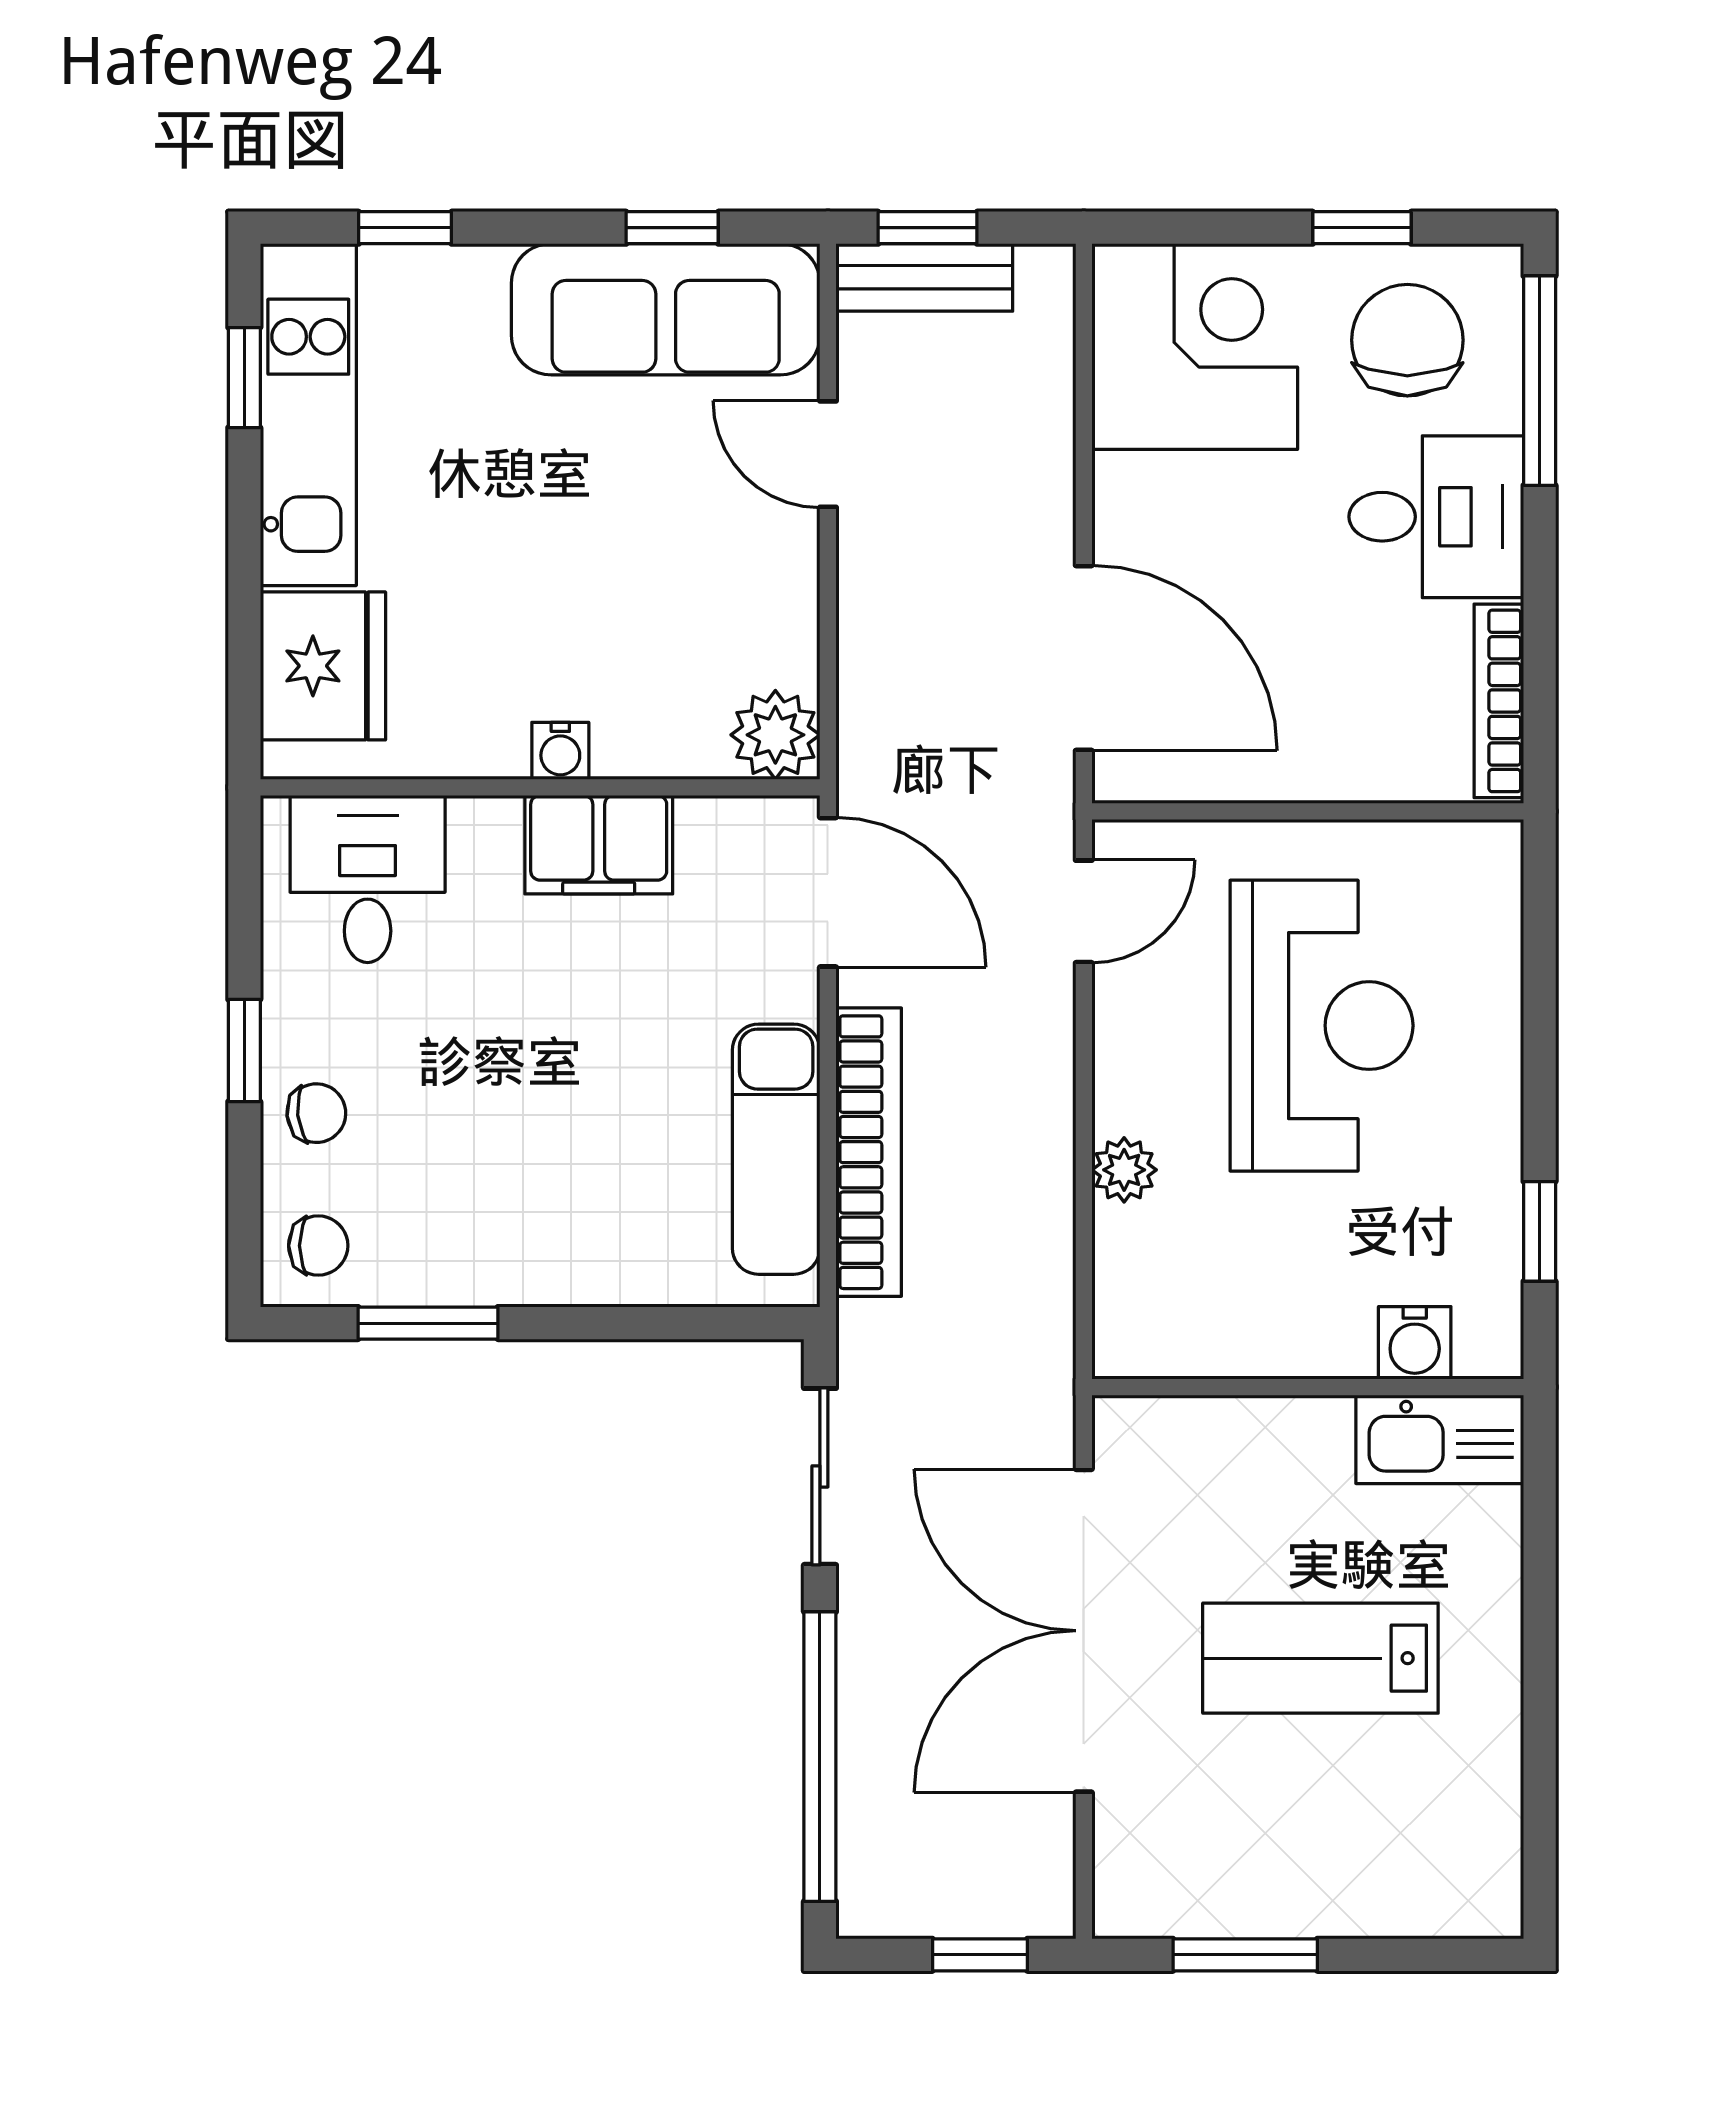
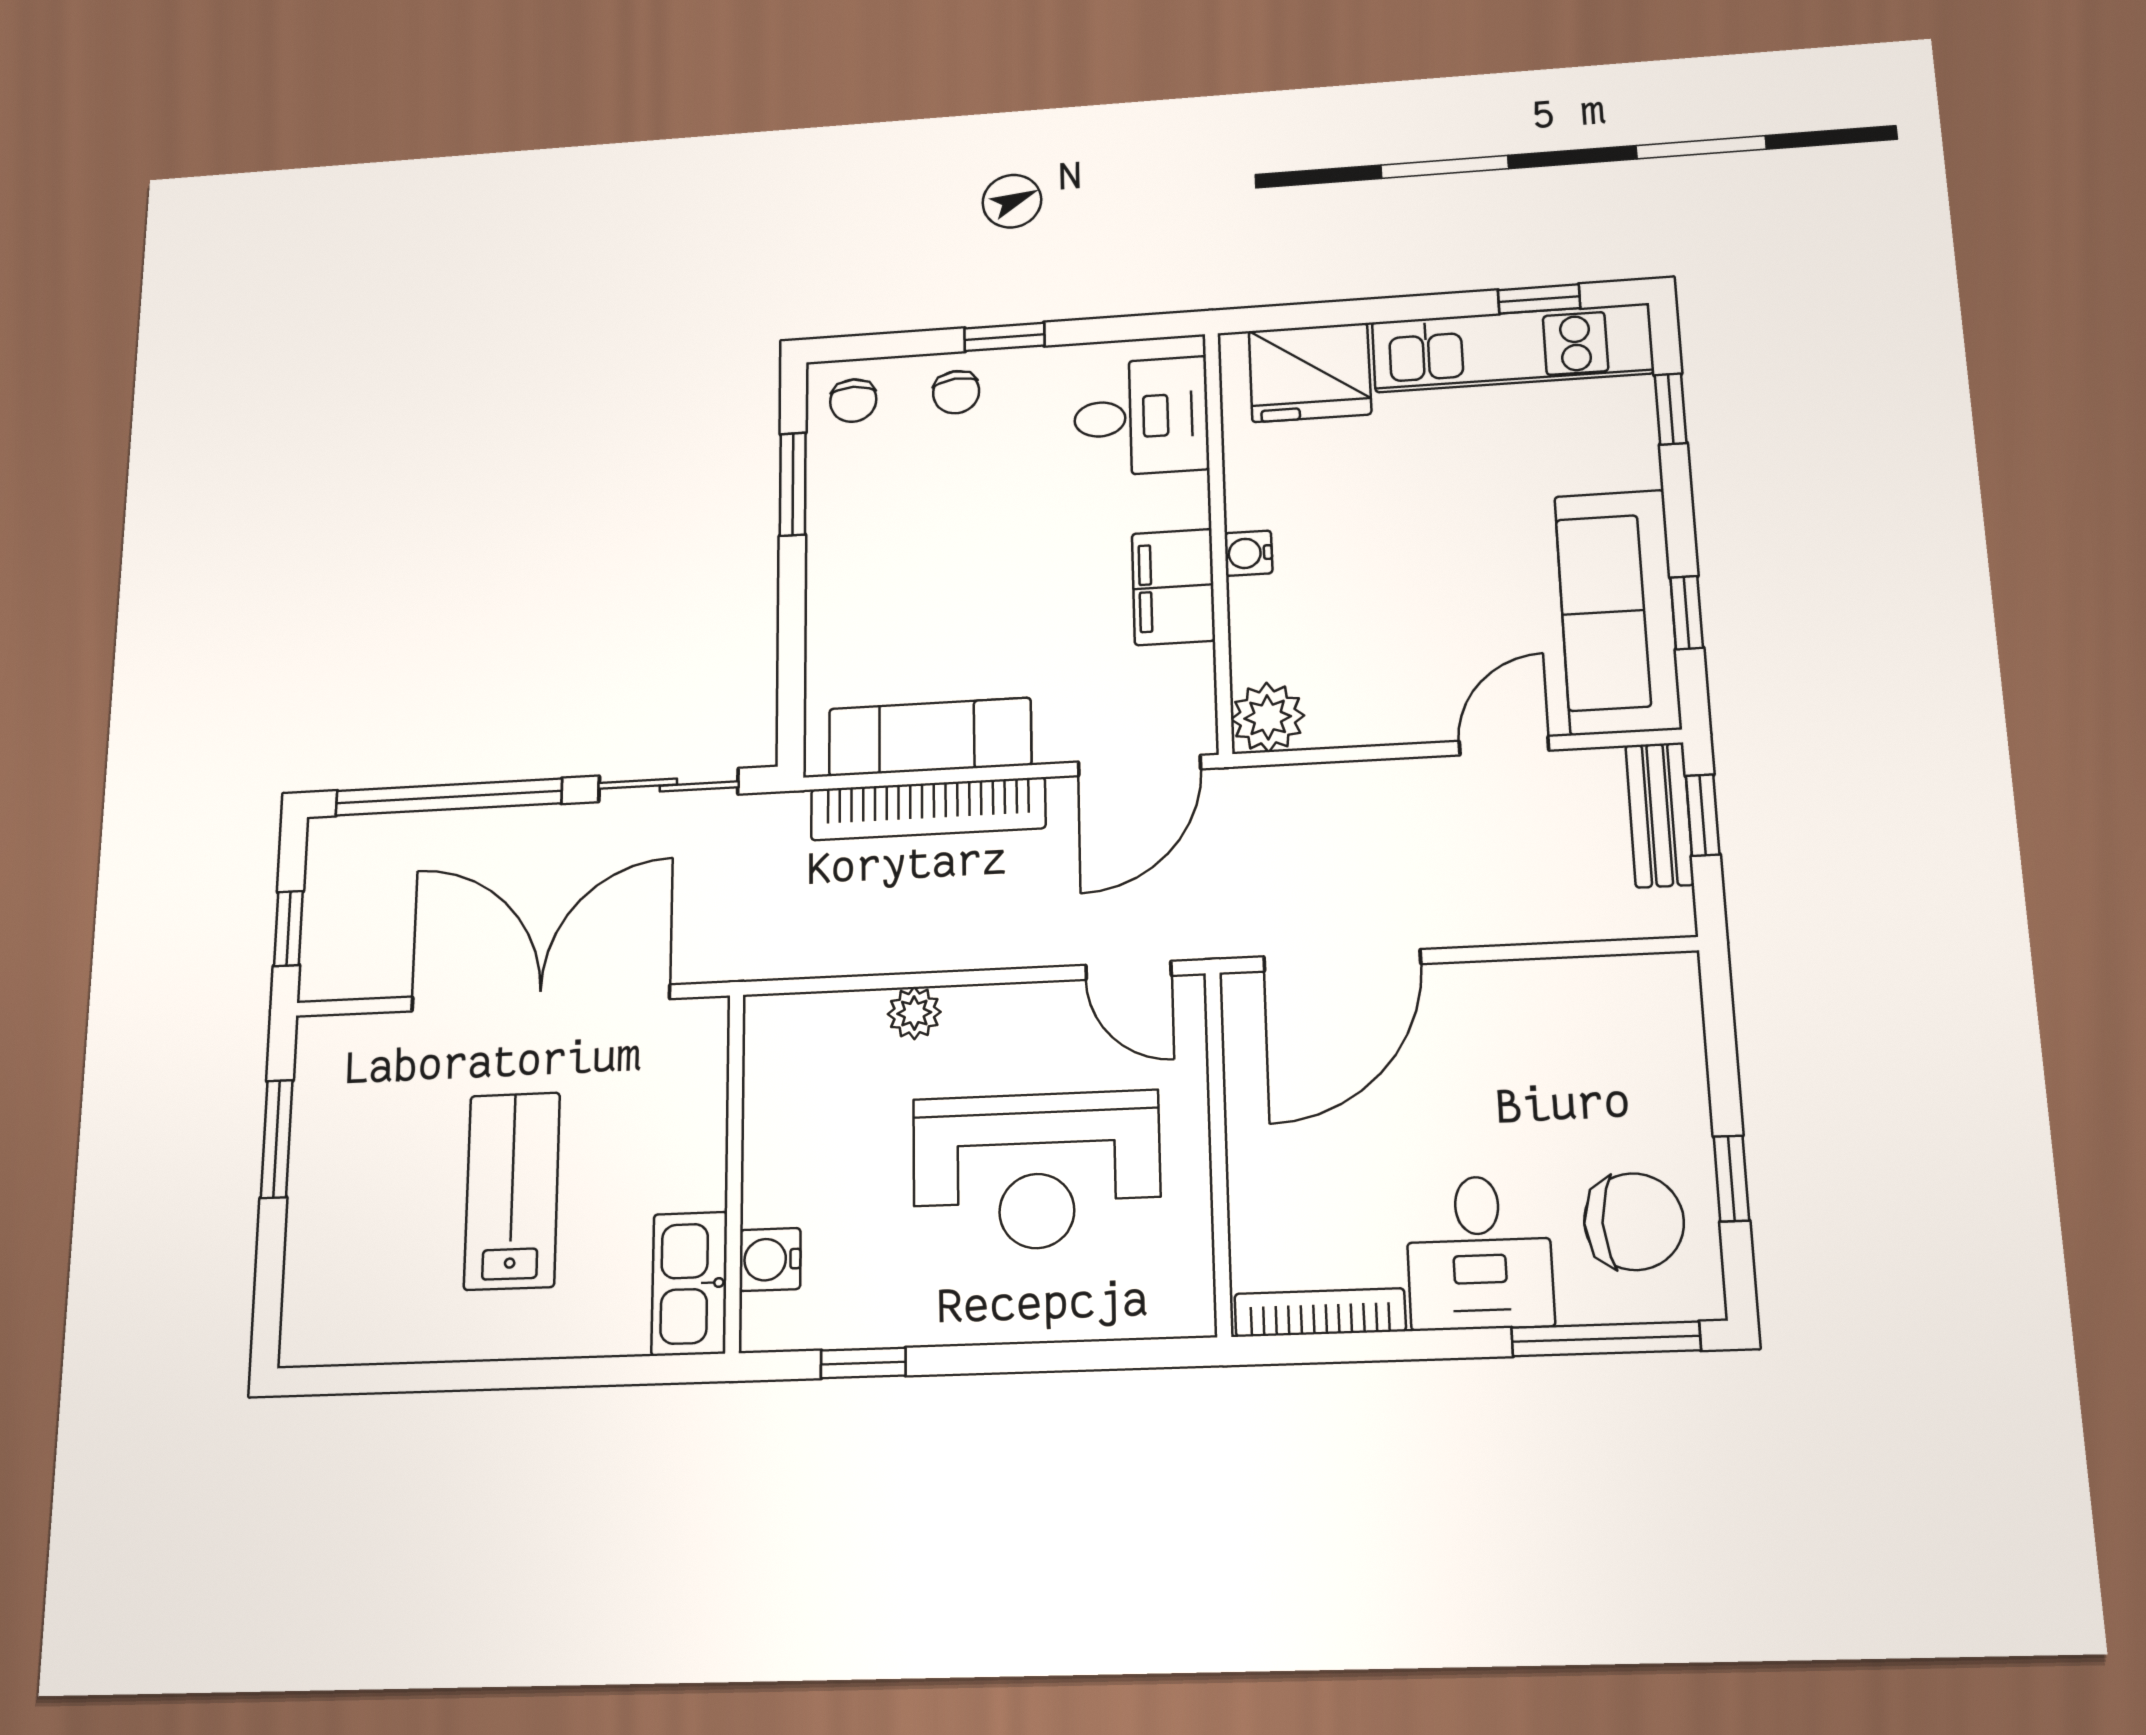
corner desk: (1195, 347) -> (1616, 1040), removed

